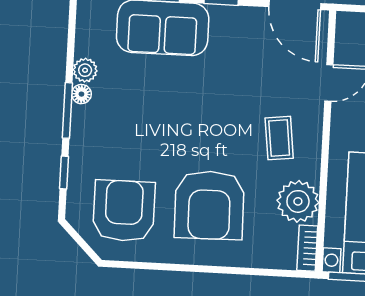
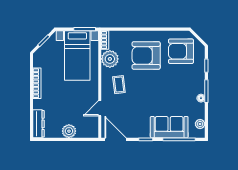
plant: (85, 70) -> (200, 124), moved
armchair: (209, 205) -> (146, 55), turned -89
armchair: (124, 211) -> (181, 51), turned 90

